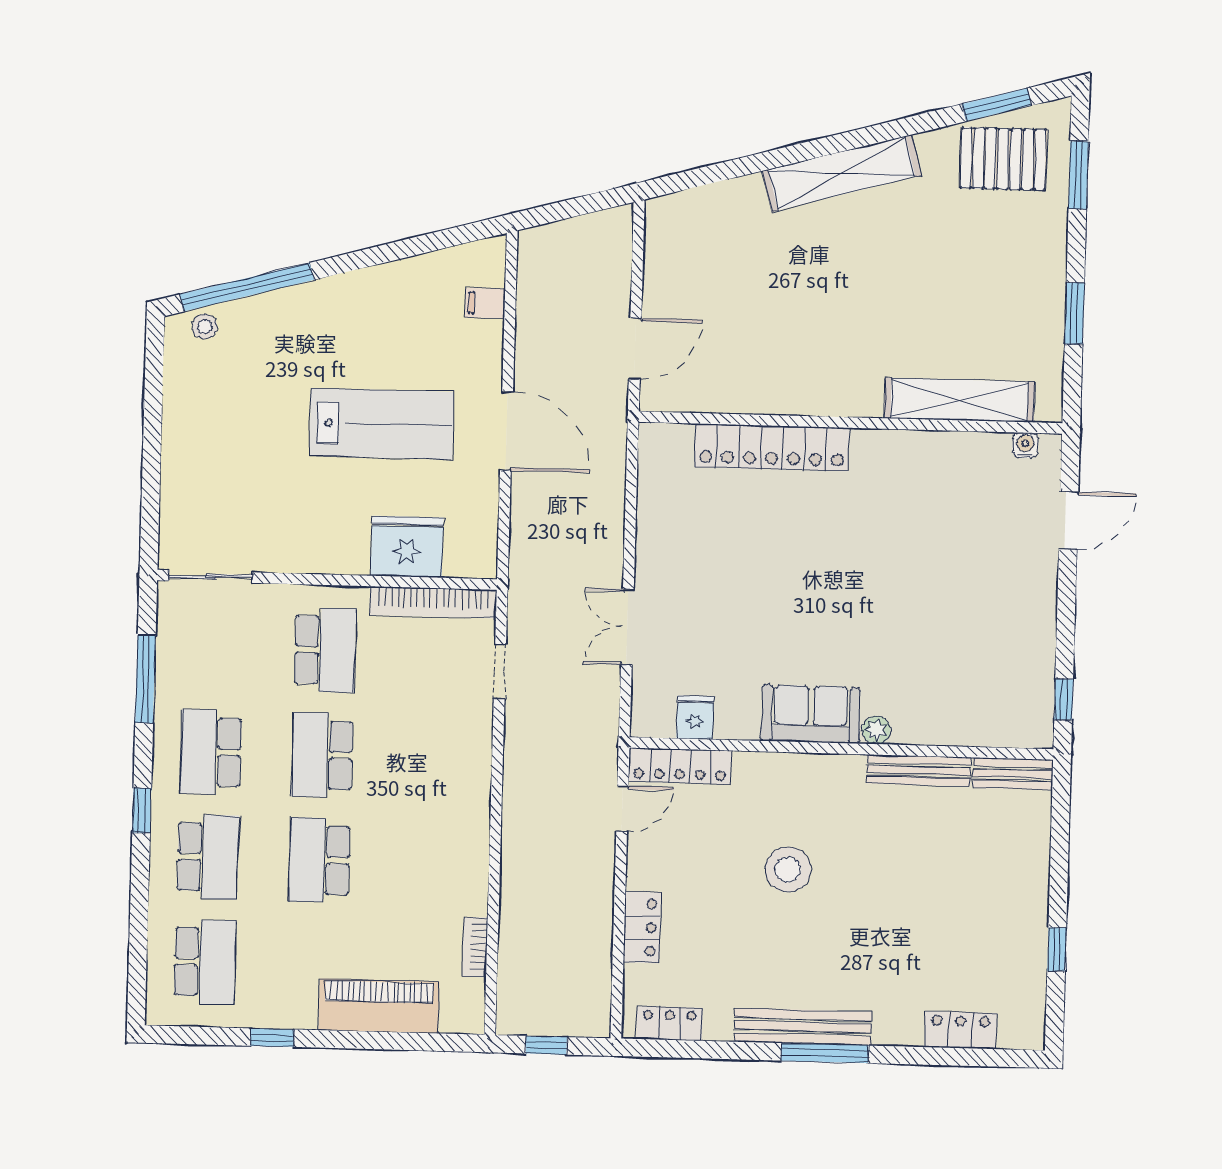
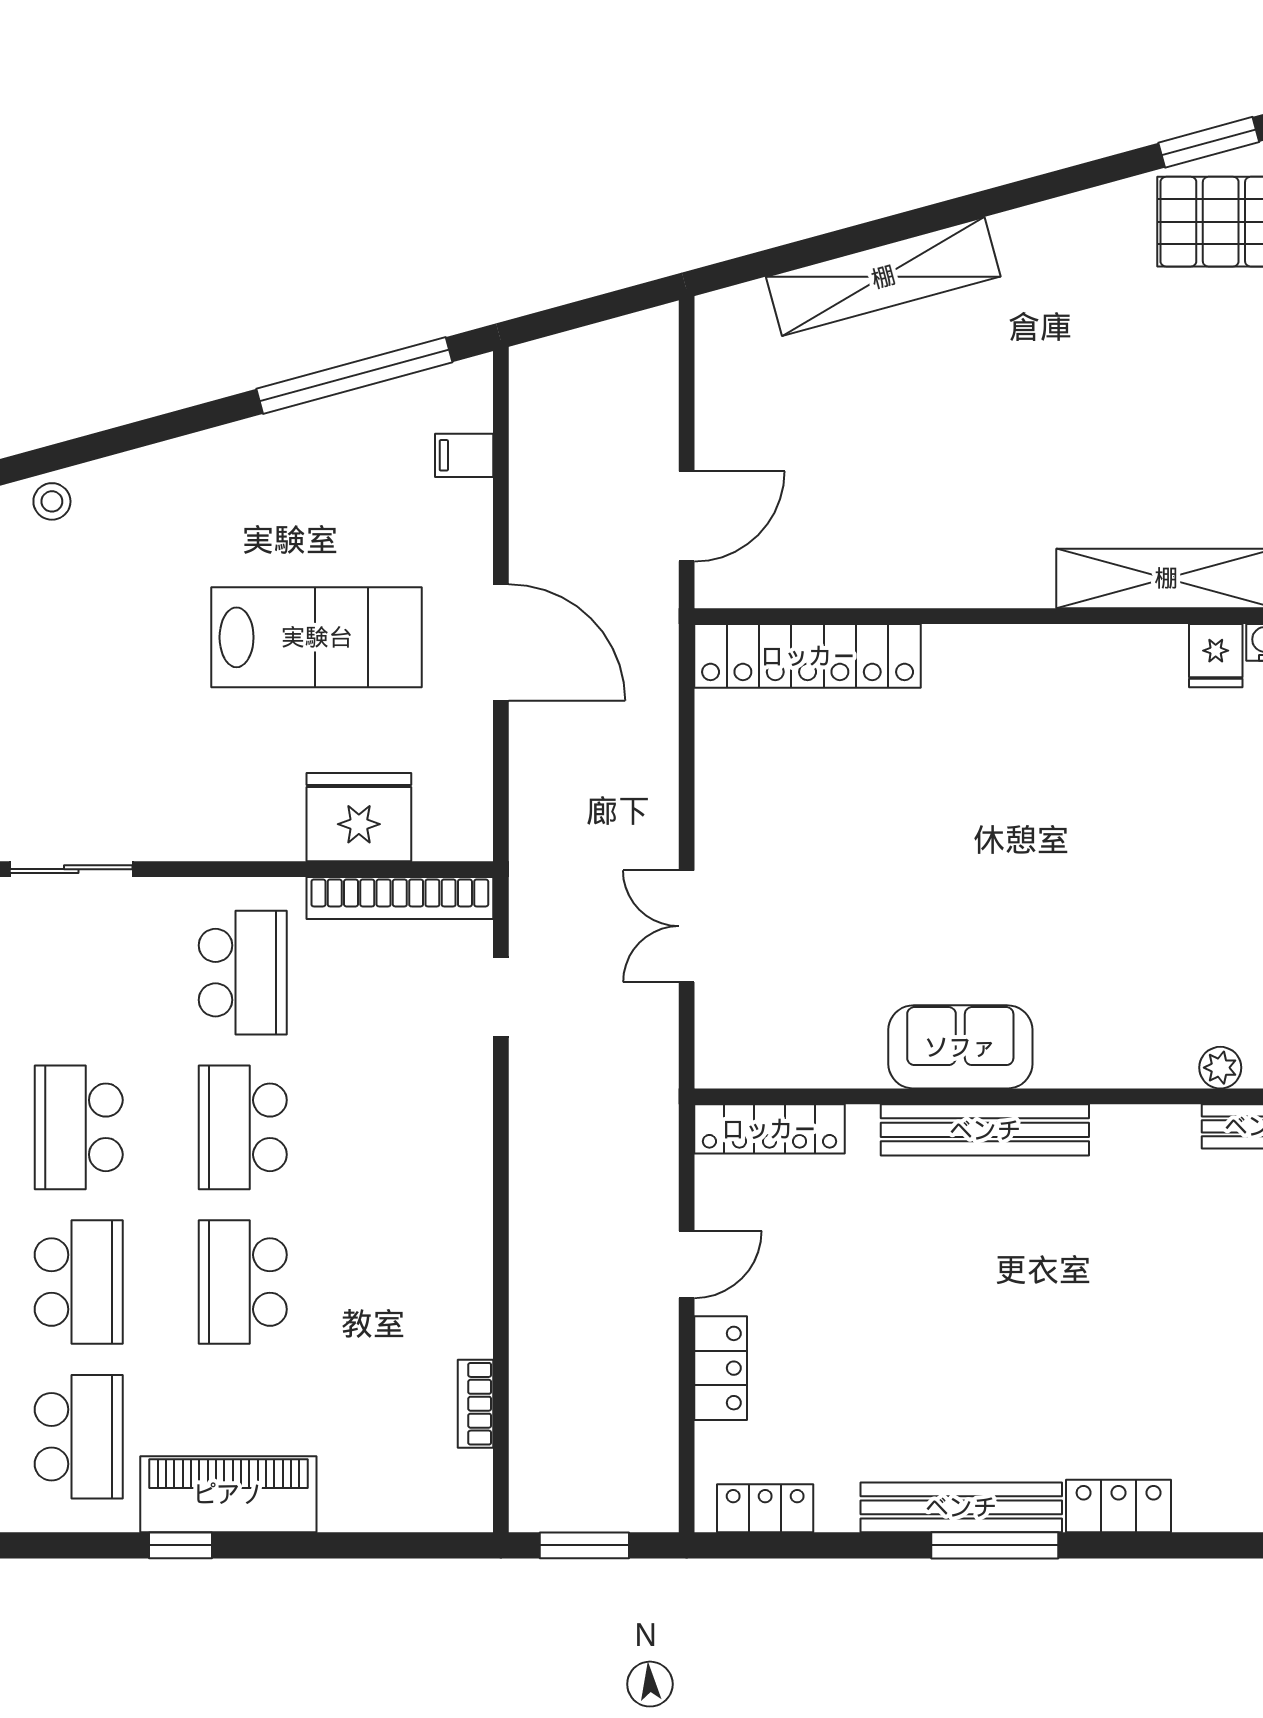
shelving: (842, 173) -> (883, 277), moved
window: (247, 287) -> (354, 376), moved
locker: (772, 447) -> (808, 656), moved
fridge: (695, 718) -> (1216, 656), moved, turned 180
plant: (876, 730) -> (1220, 1068), moved
bench: (919, 770) -> (985, 1130), moved, width x1.37, depth x1.21
door: (622, 809) -> (687, 1264), moved
stool: (788, 870) -> (933, 1277), removed
piano: (379, 1006) -> (228, 1494), moved
locker: (960, 1030) -> (1119, 1506), moved
window: (546, 1045) -> (584, 1545), width x1.50

